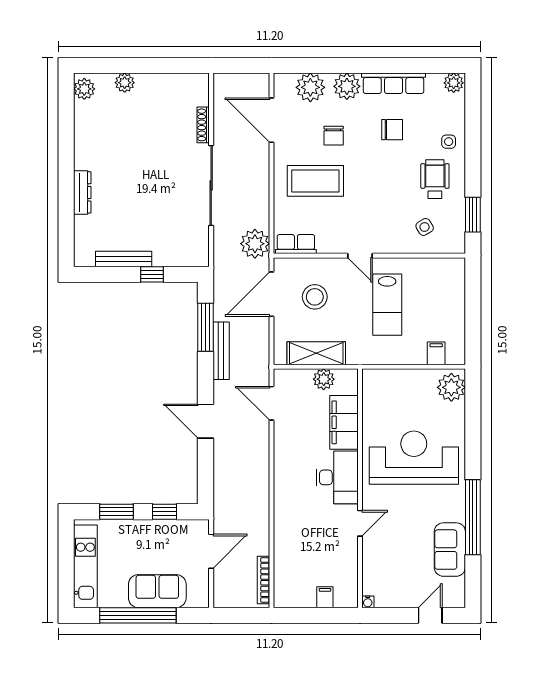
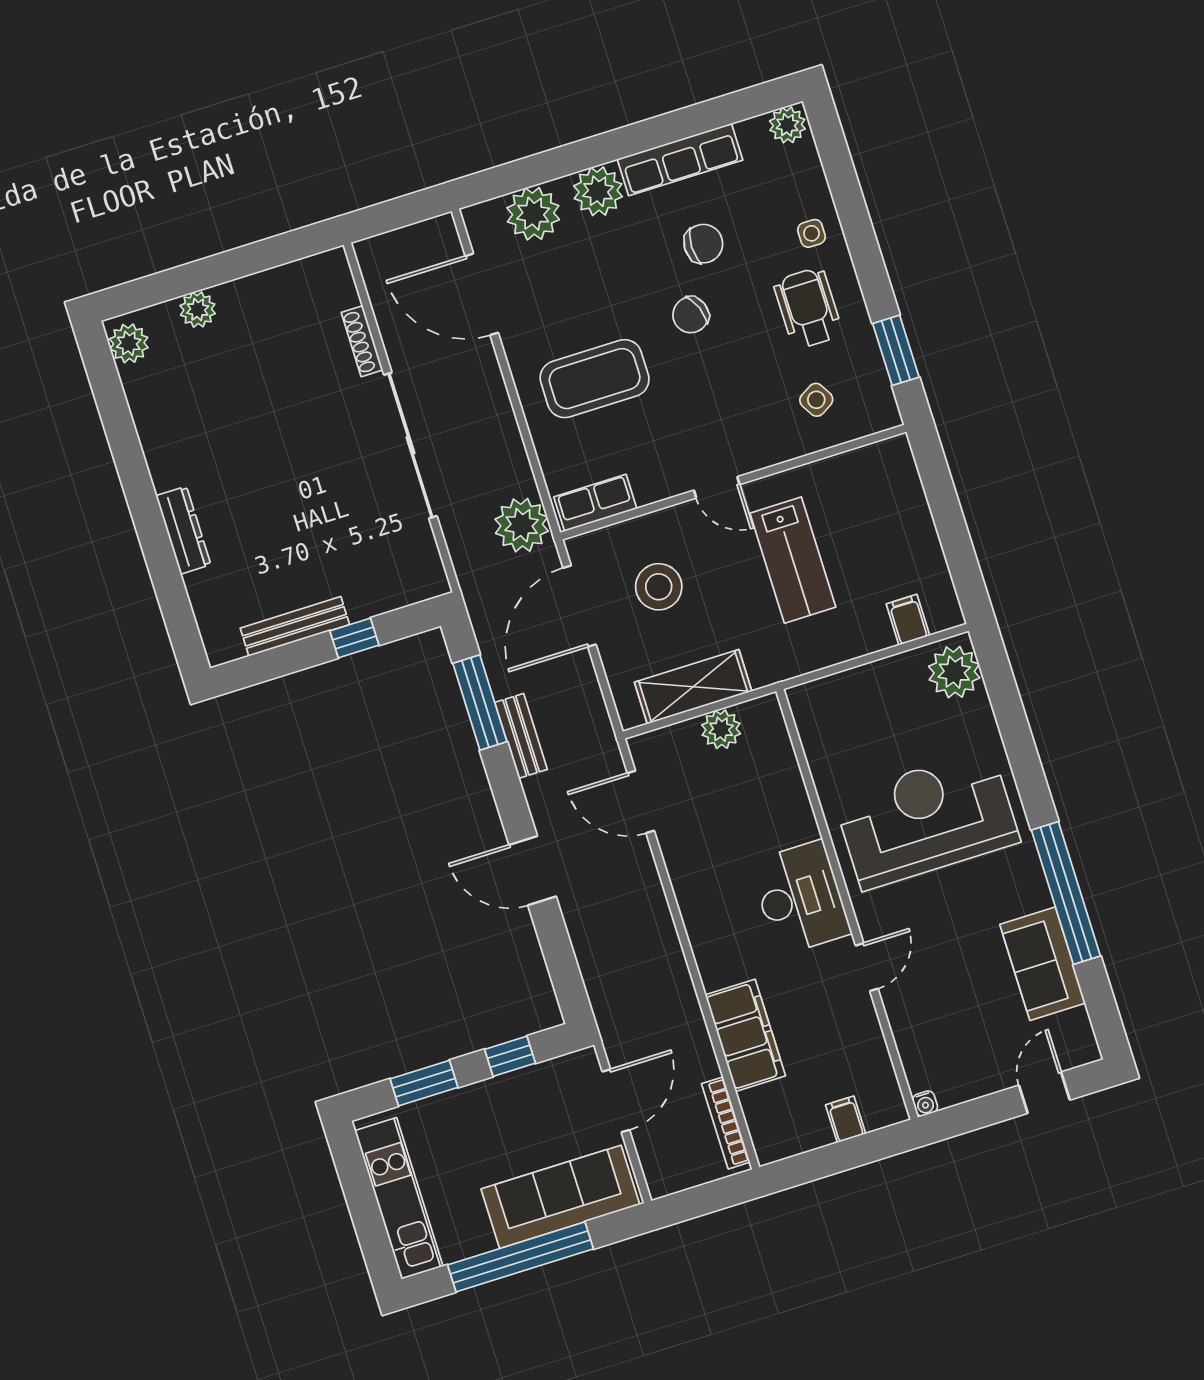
chair: (334, 136) -> (691, 315), moved, turned 69
bench: (221, 351) -> (521, 736), width x0.73
filing cabinet: (344, 422) -> (745, 1035), moved, turned 180
sofa: (157, 591) -> (560, 1197), width x1.36

